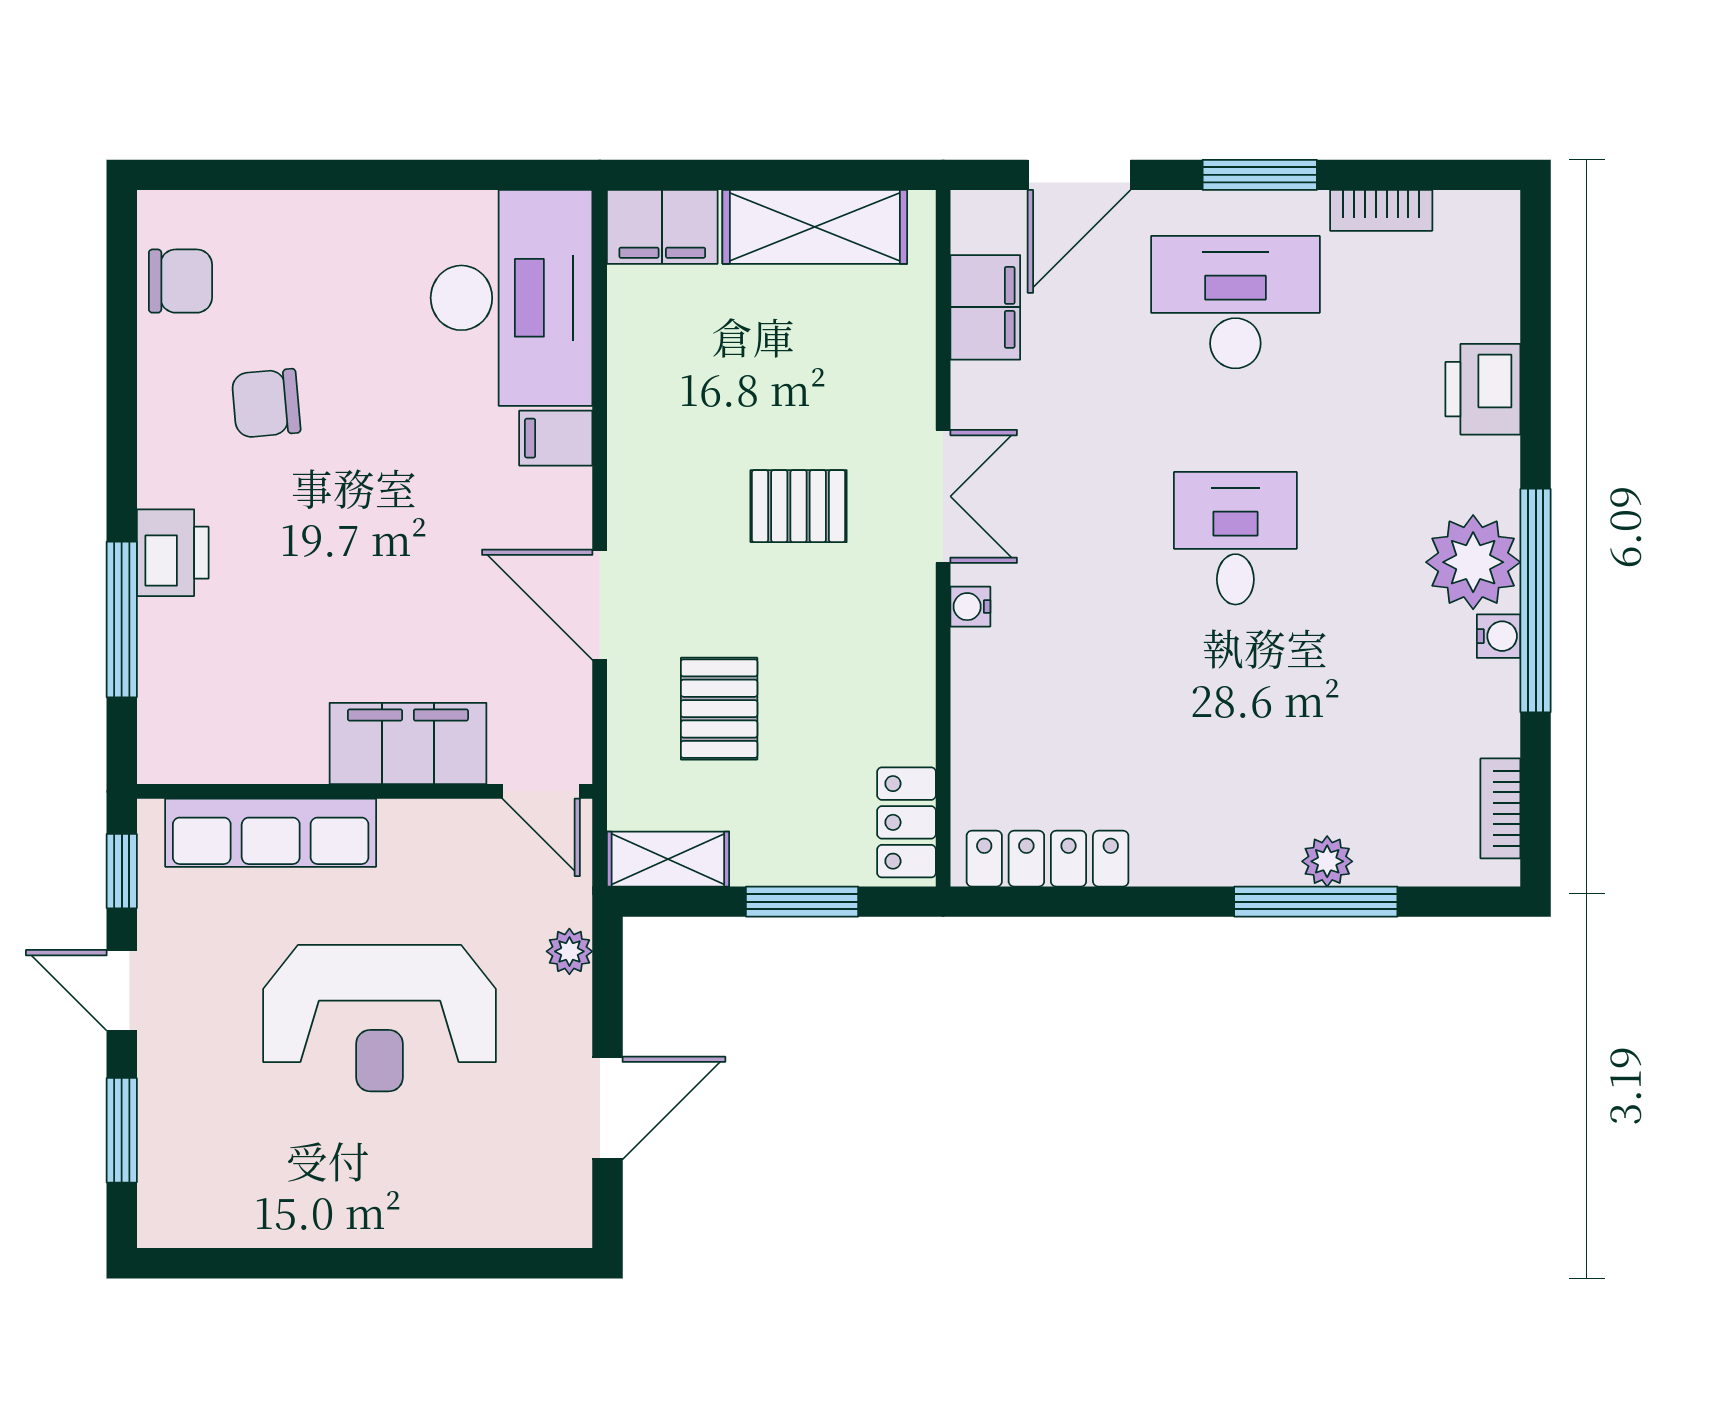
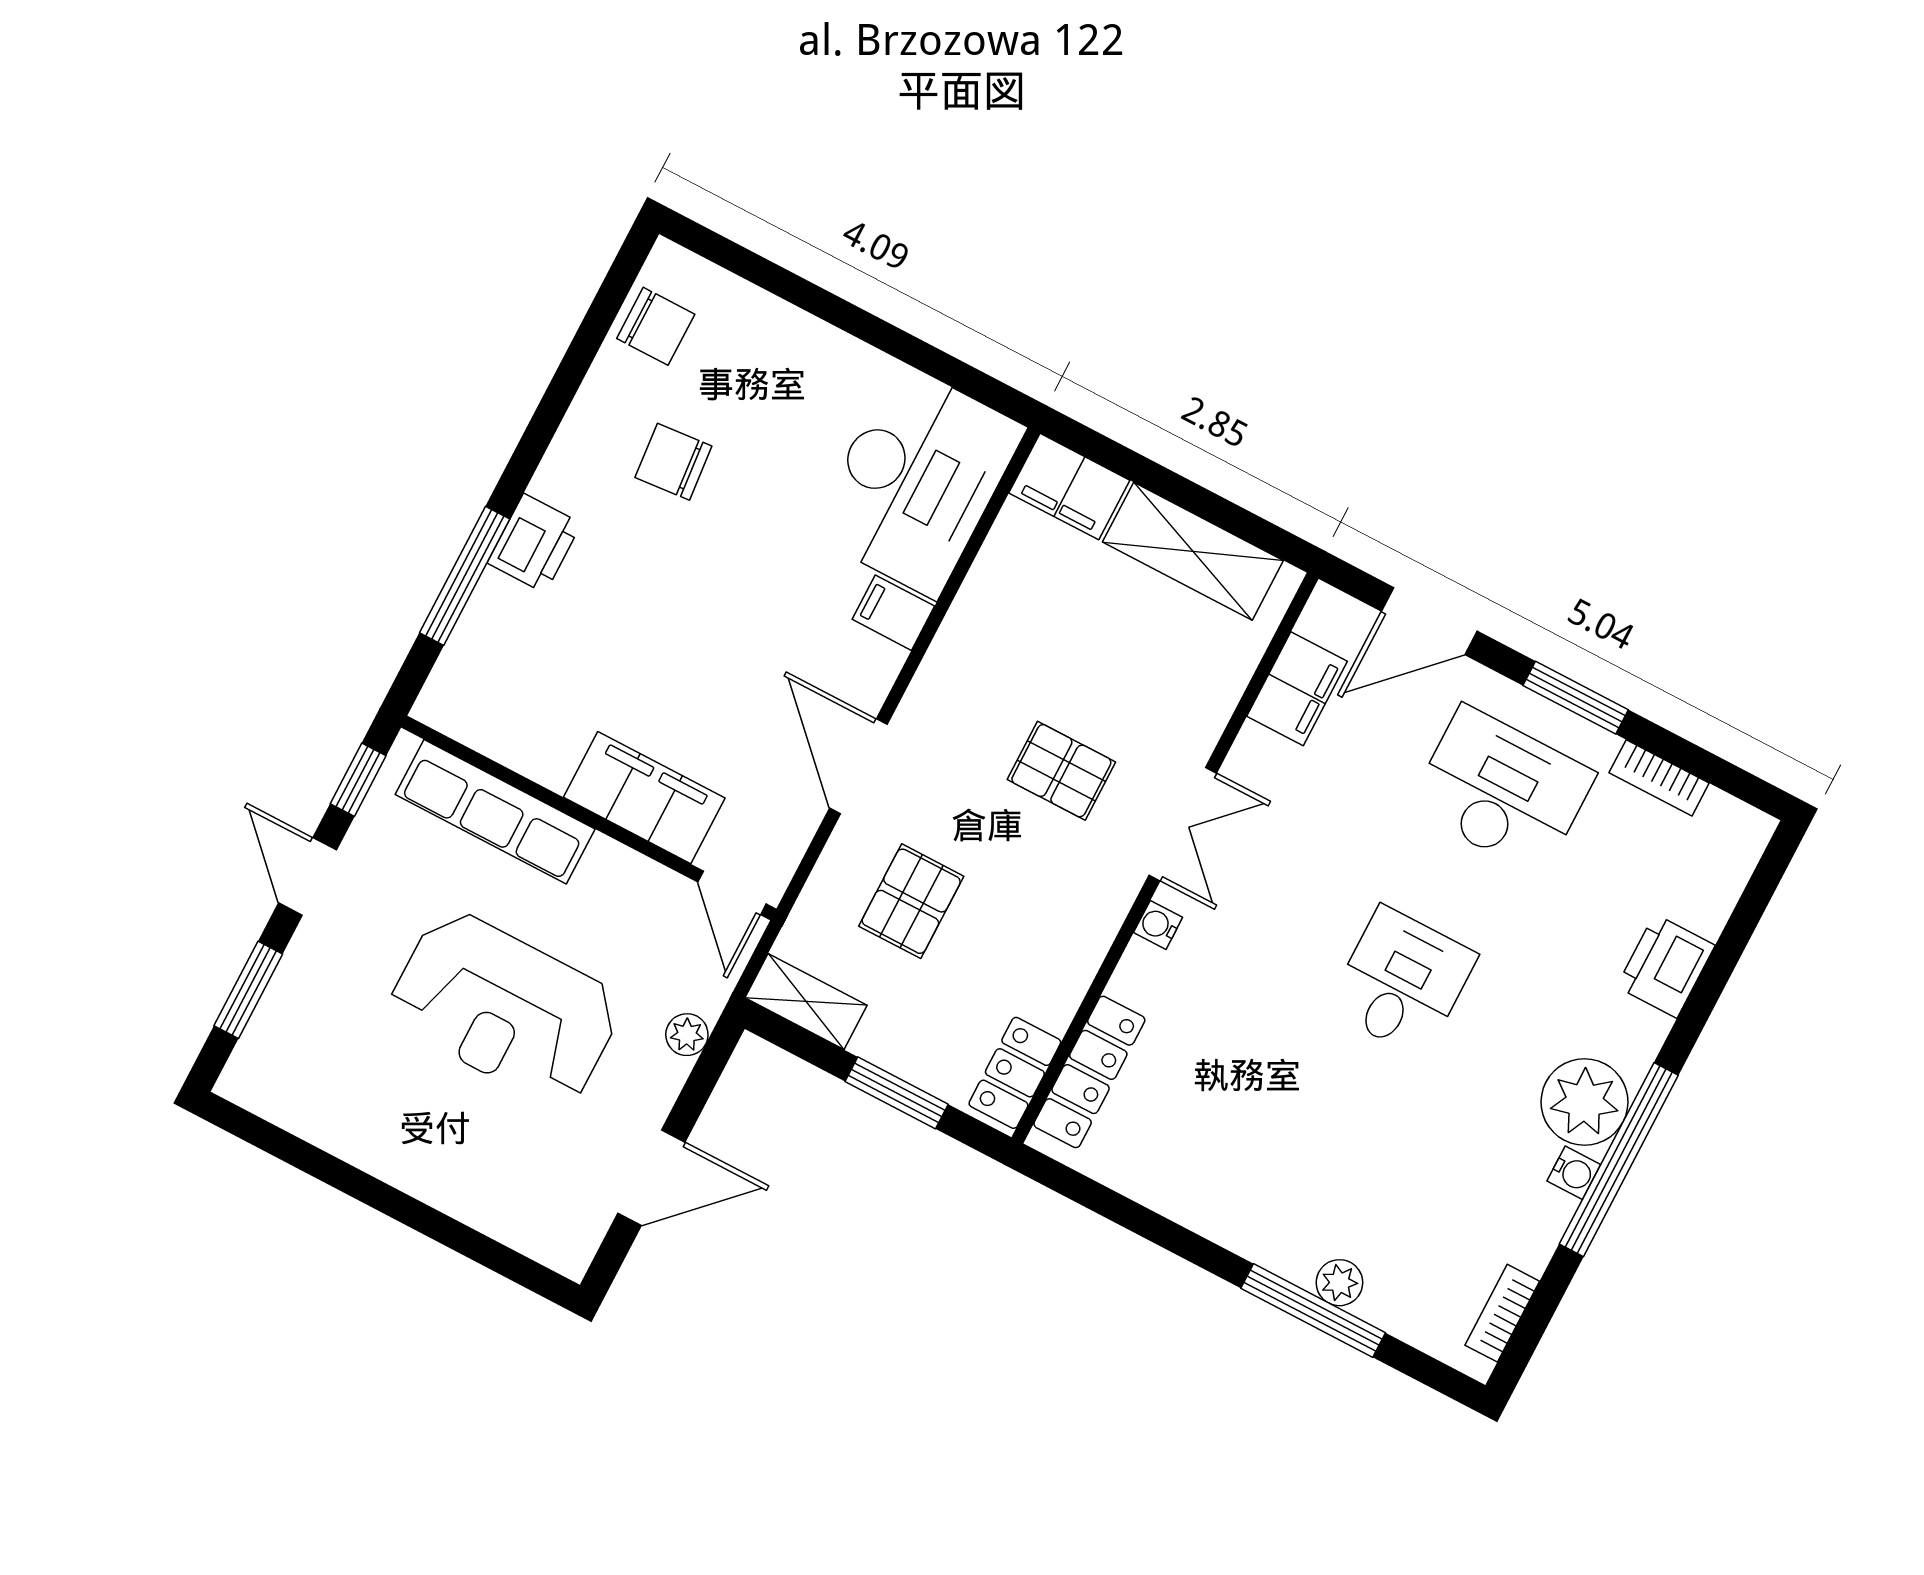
locker: (1047, 859) -> (1089, 1072), moved, turned 90

